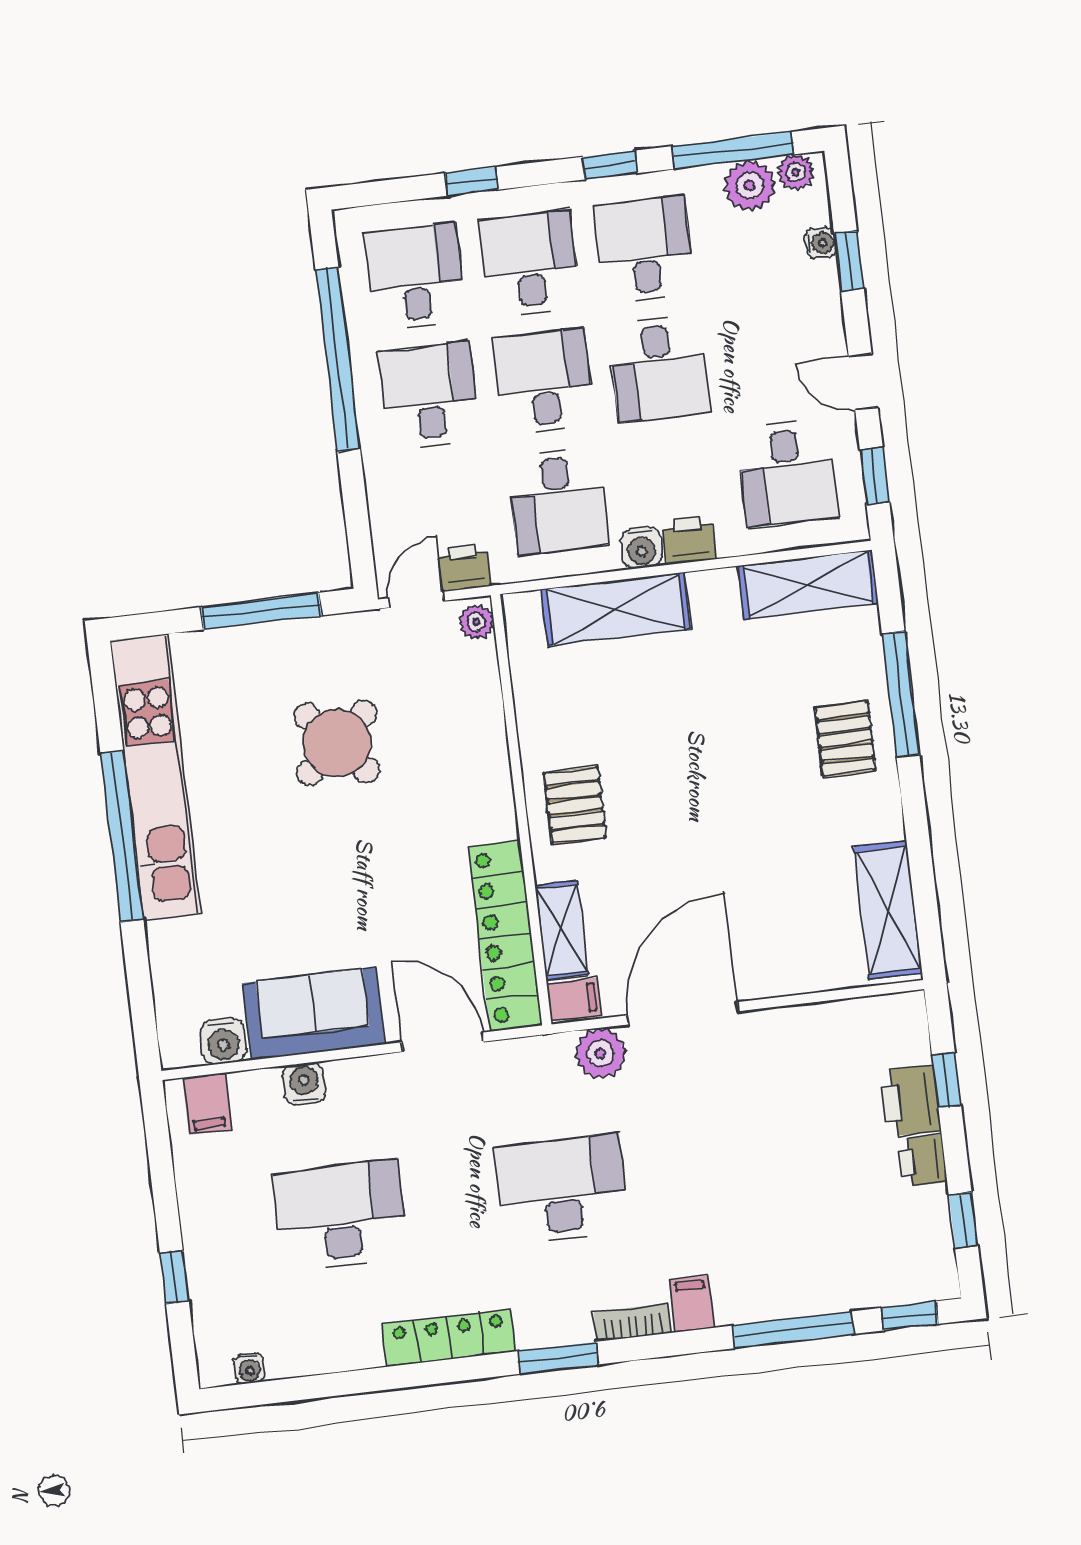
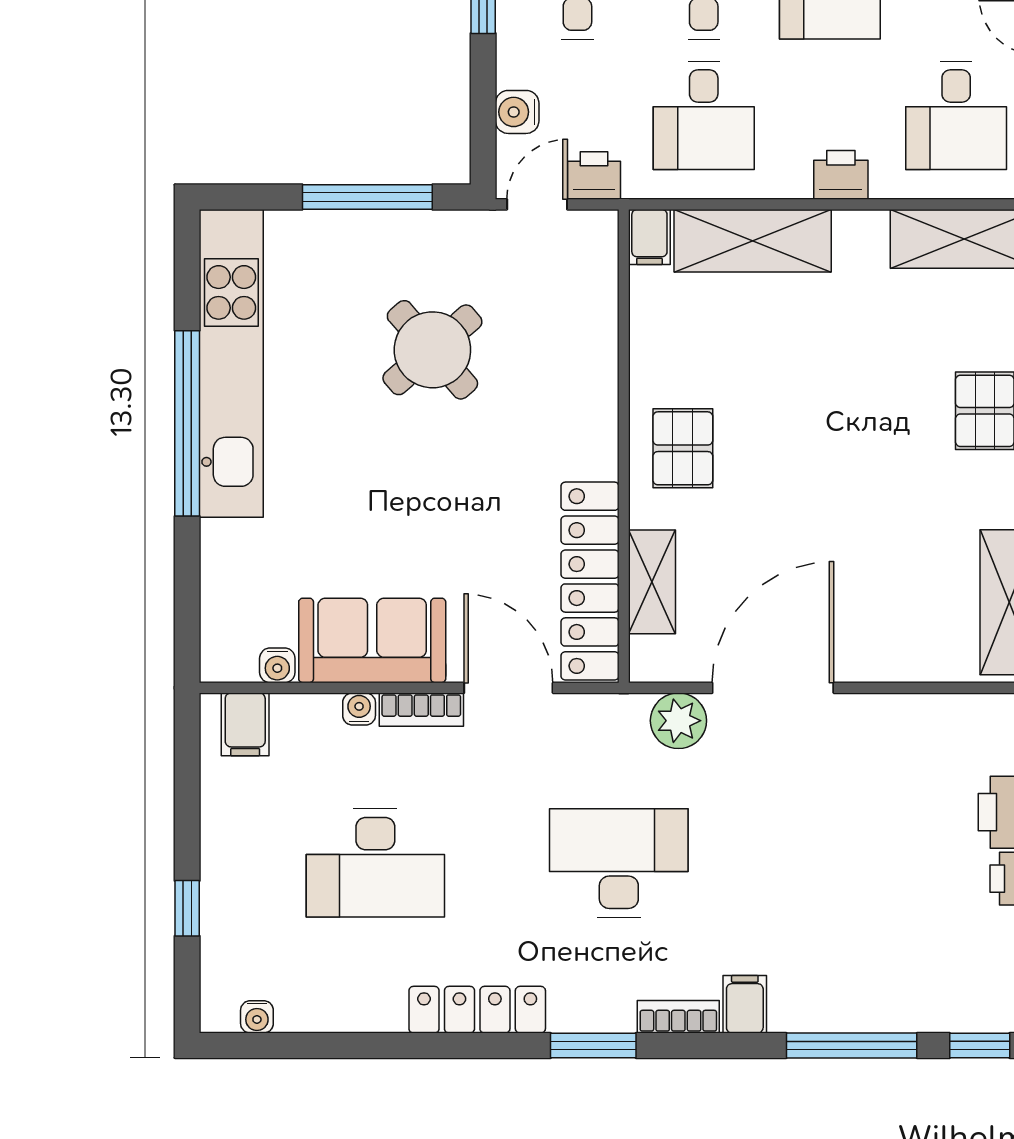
water cooler: (641, 548) -> (517, 112), moved, turned 90
plant: (476, 622) -> (600, 236), removed
filing cabinet: (574, 999) -> (649, 237), moved, turned 90
water cooler: (223, 1041) -> (277, 665), width x0.72, depth x0.72
bookcase: (366, 1071) -> (421, 710), added
water cooler: (304, 1084) -> (359, 709), width x0.72, depth x0.72
desk: (341, 1216) -> (375, 863), turned 180

